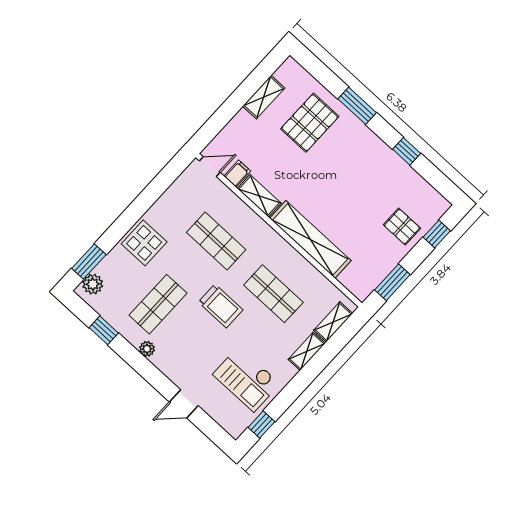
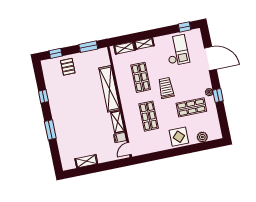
pallet: (310, 123) -> (75, 137), removed
door: (210, 167) -> (129, 149), hinge flipped
window: (89, 261) -> (207, 145), removed
plant: (93, 284) -> (202, 137), moved
window: (104, 330) -> (218, 95), moved
door: (184, 404) -> (210, 59), width x1.88

